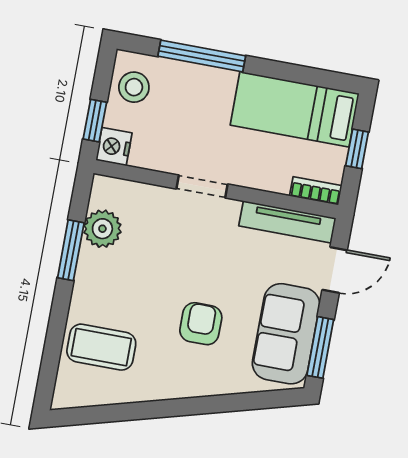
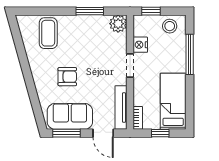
nightstand: (114, 147) -> (140, 45), moved, turned -90
plant: (102, 229) -> (118, 24), moved

